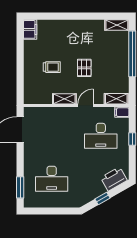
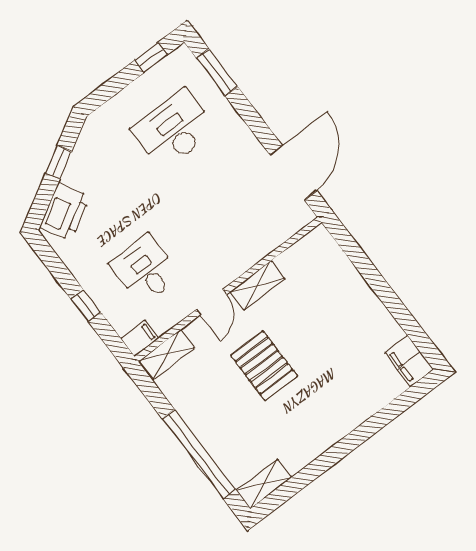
trolley: (52, 67) -> (321, 324), removed
pallet: (84, 68) -> (264, 366), width x1.50, depth x1.42
desk: (101, 136) -> (145, 269), width x0.73
window: (40, 211) -> (151, 58), added

